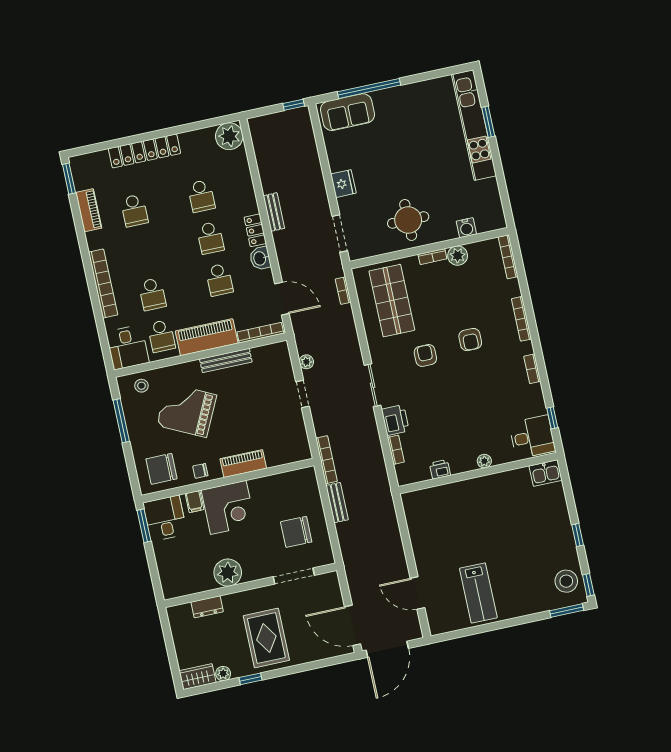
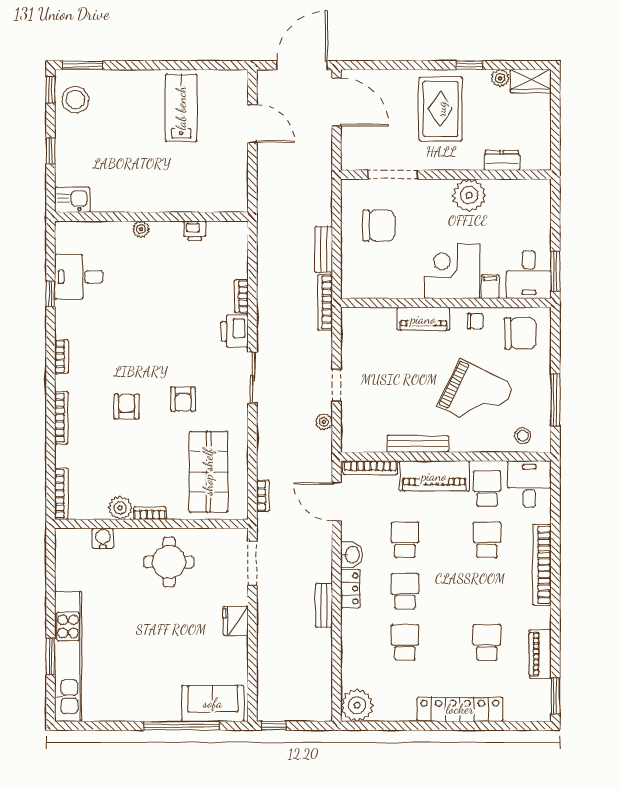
plant: (484, 461) -> (141, 229), moved
printer: (440, 469) -> (195, 231), moved
wall: (478, 473) -> (151, 217), moved
kitchen sink: (546, 473) -> (72, 200), moved

